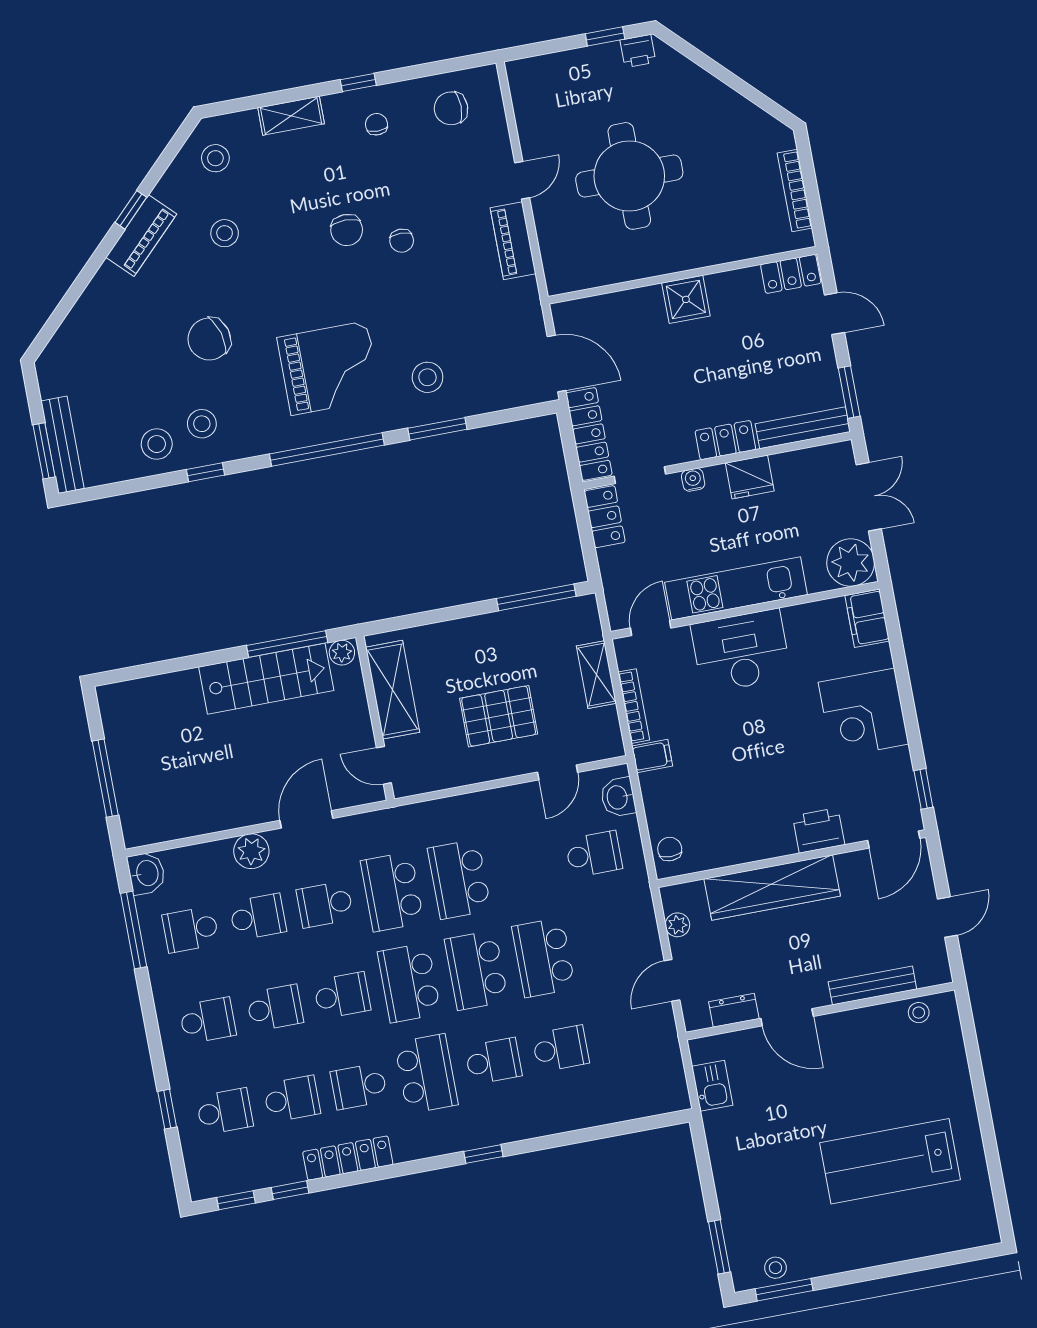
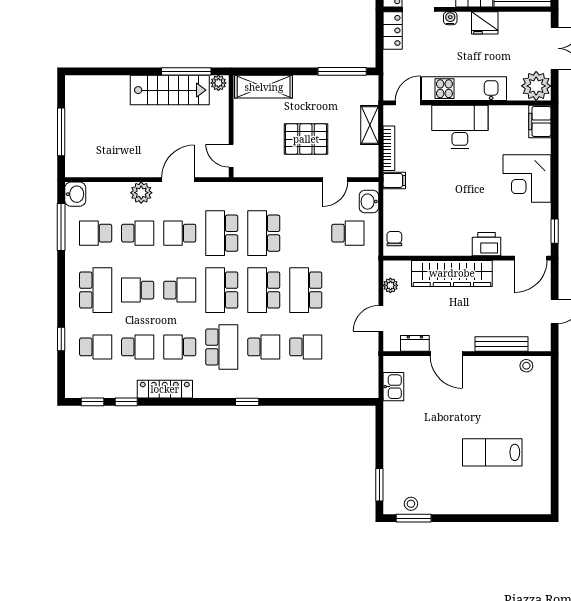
shelving: (393, 690) -> (264, 87), moved, turned 90
school desk: (275, 1008) -> (138, 290), turned 180
school desk: (208, 1020) -> (96, 290), width x1.85
lab bench: (890, 1161) -> (492, 452), width x0.73, depth x0.72

